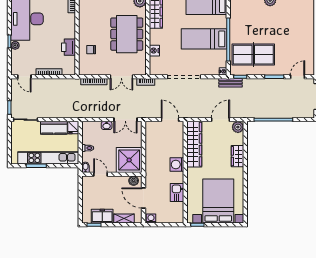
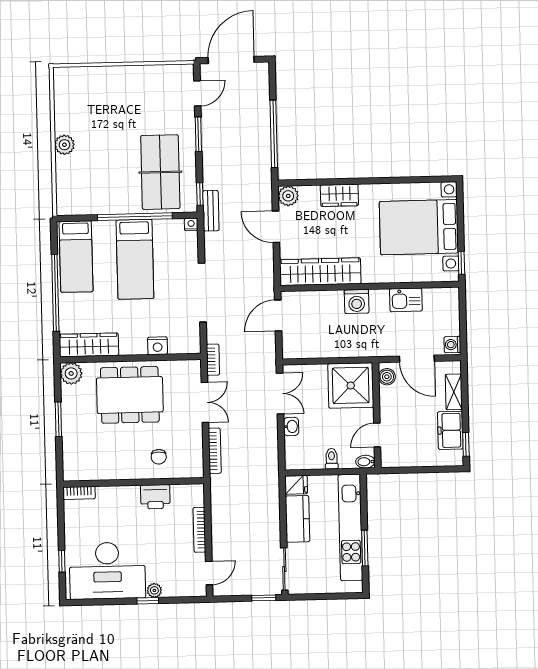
door: (298, 77) -> (197, 93), swing flipped
door: (143, 198) -> (417, 359), hinge flipped

